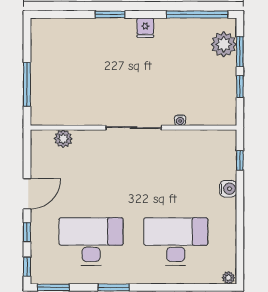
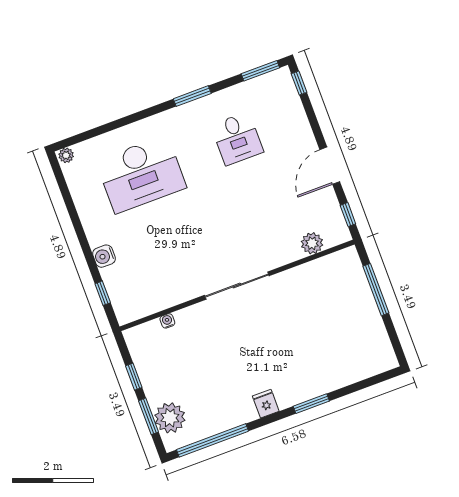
water cooler: (180, 120) -> (167, 321), moved
window: (27, 232) -> (348, 215), moved
desk: (91, 242) -> (237, 139), width x0.53, depth x0.77

